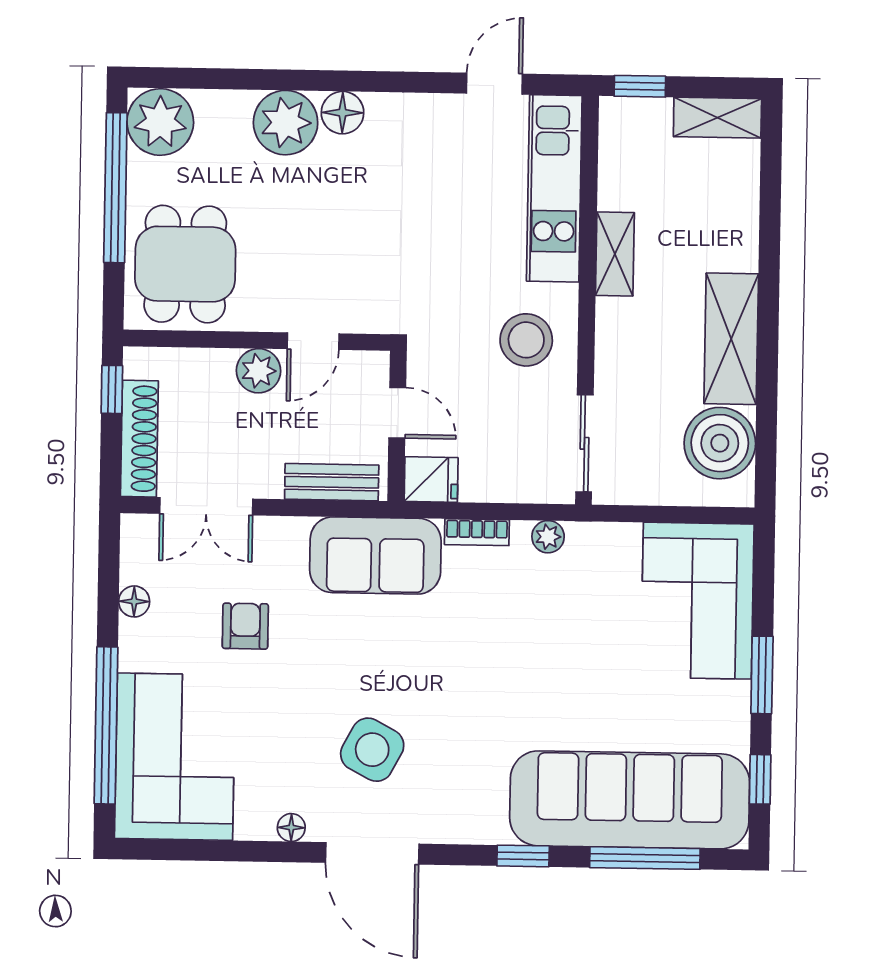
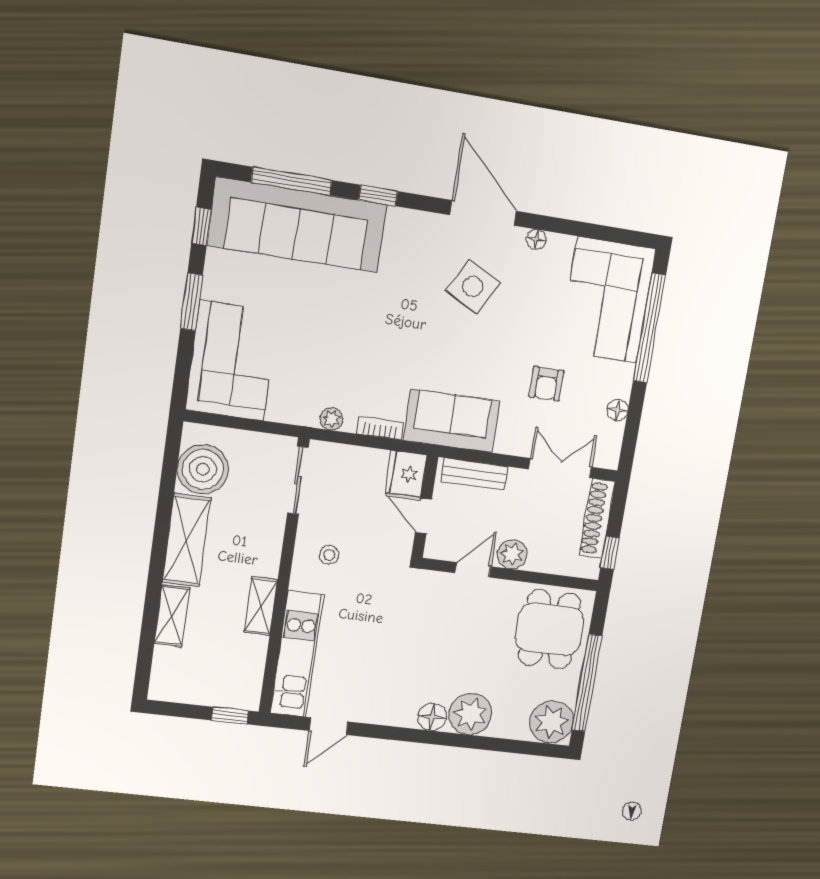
shelving: (717, 118) -> (172, 616), moved, turned 90
stool: (526, 340) -> (329, 555), width x0.53, depth x0.53
fridge: (431, 479) -> (406, 474), width x1.38

